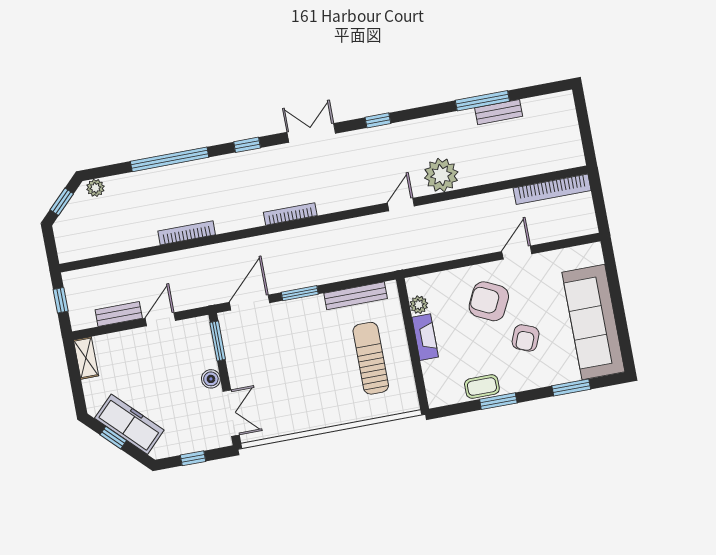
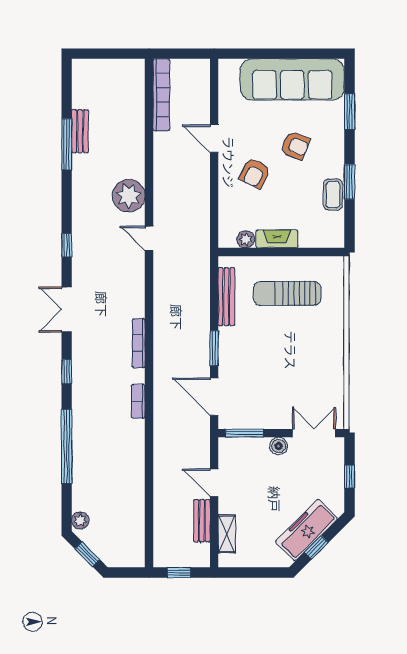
bookcase: (187, 233) -> (138, 401), moved, width x0.64
armchair: (489, 301) -> (255, 173), width x0.72, depth x0.72
shelving: (86, 358) -> (227, 534), moved, turned 90

